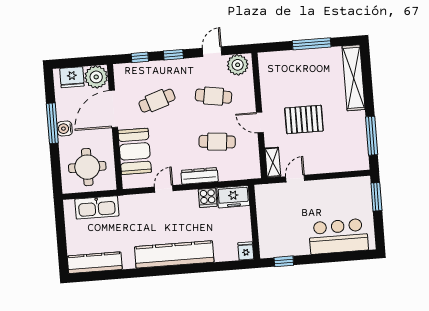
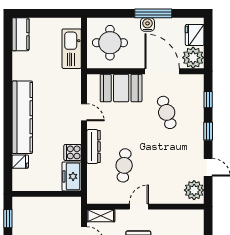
cafe table: (214, 96) -> (167, 165), removed
fridge: (246, 251) -> (20, 162), moved
kitchen counter: (95, 263) -> (20, 34), width x0.67

